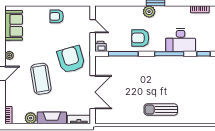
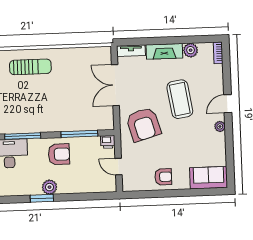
sofa: (14, 25) -> (209, 178), moved, turned 90

